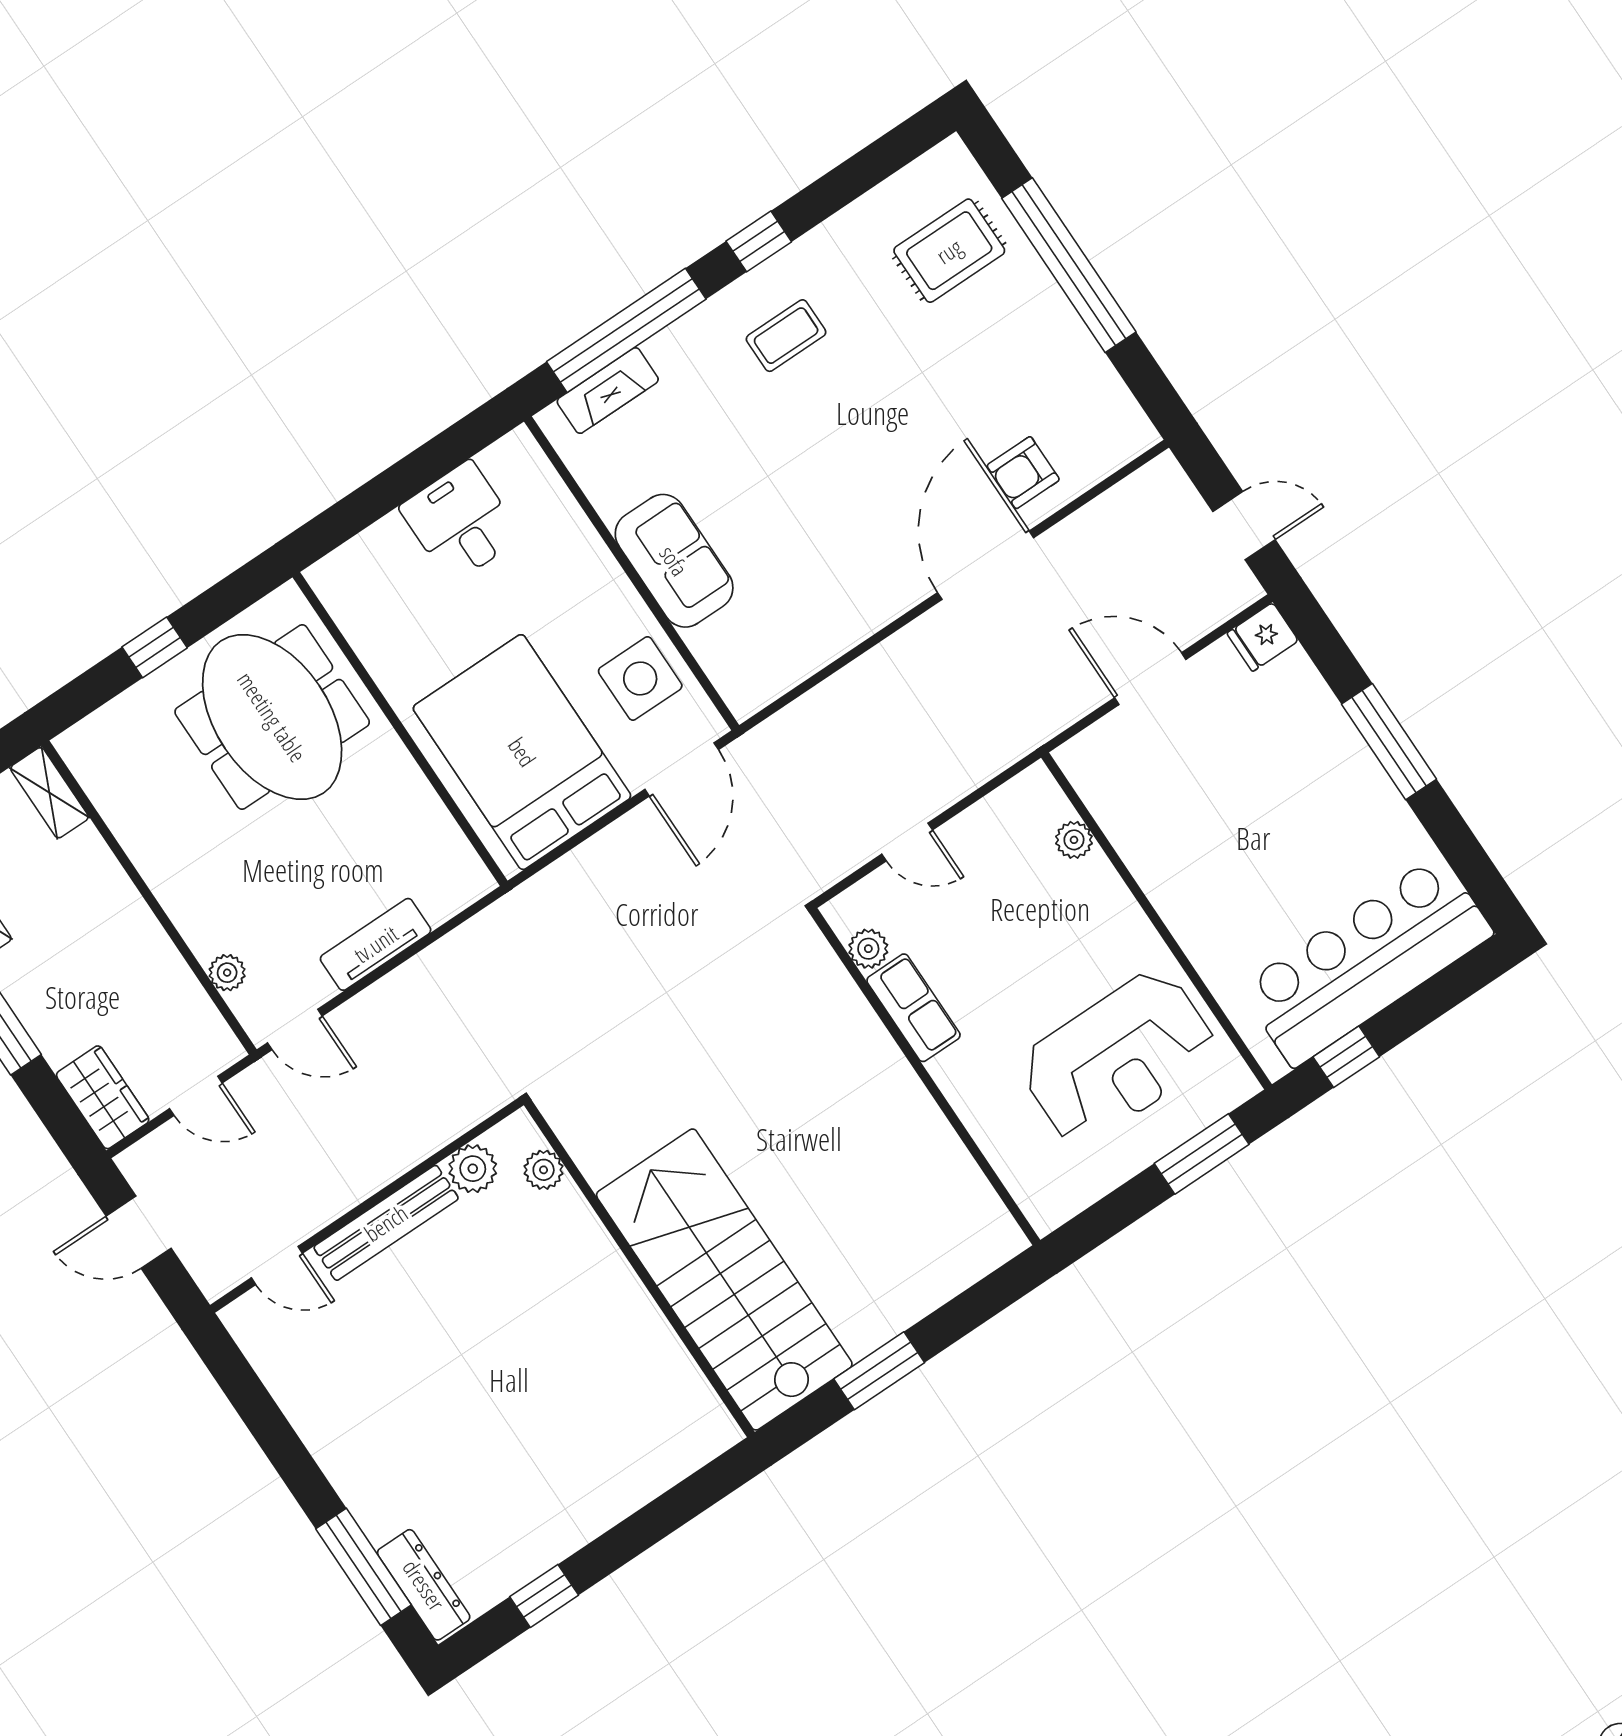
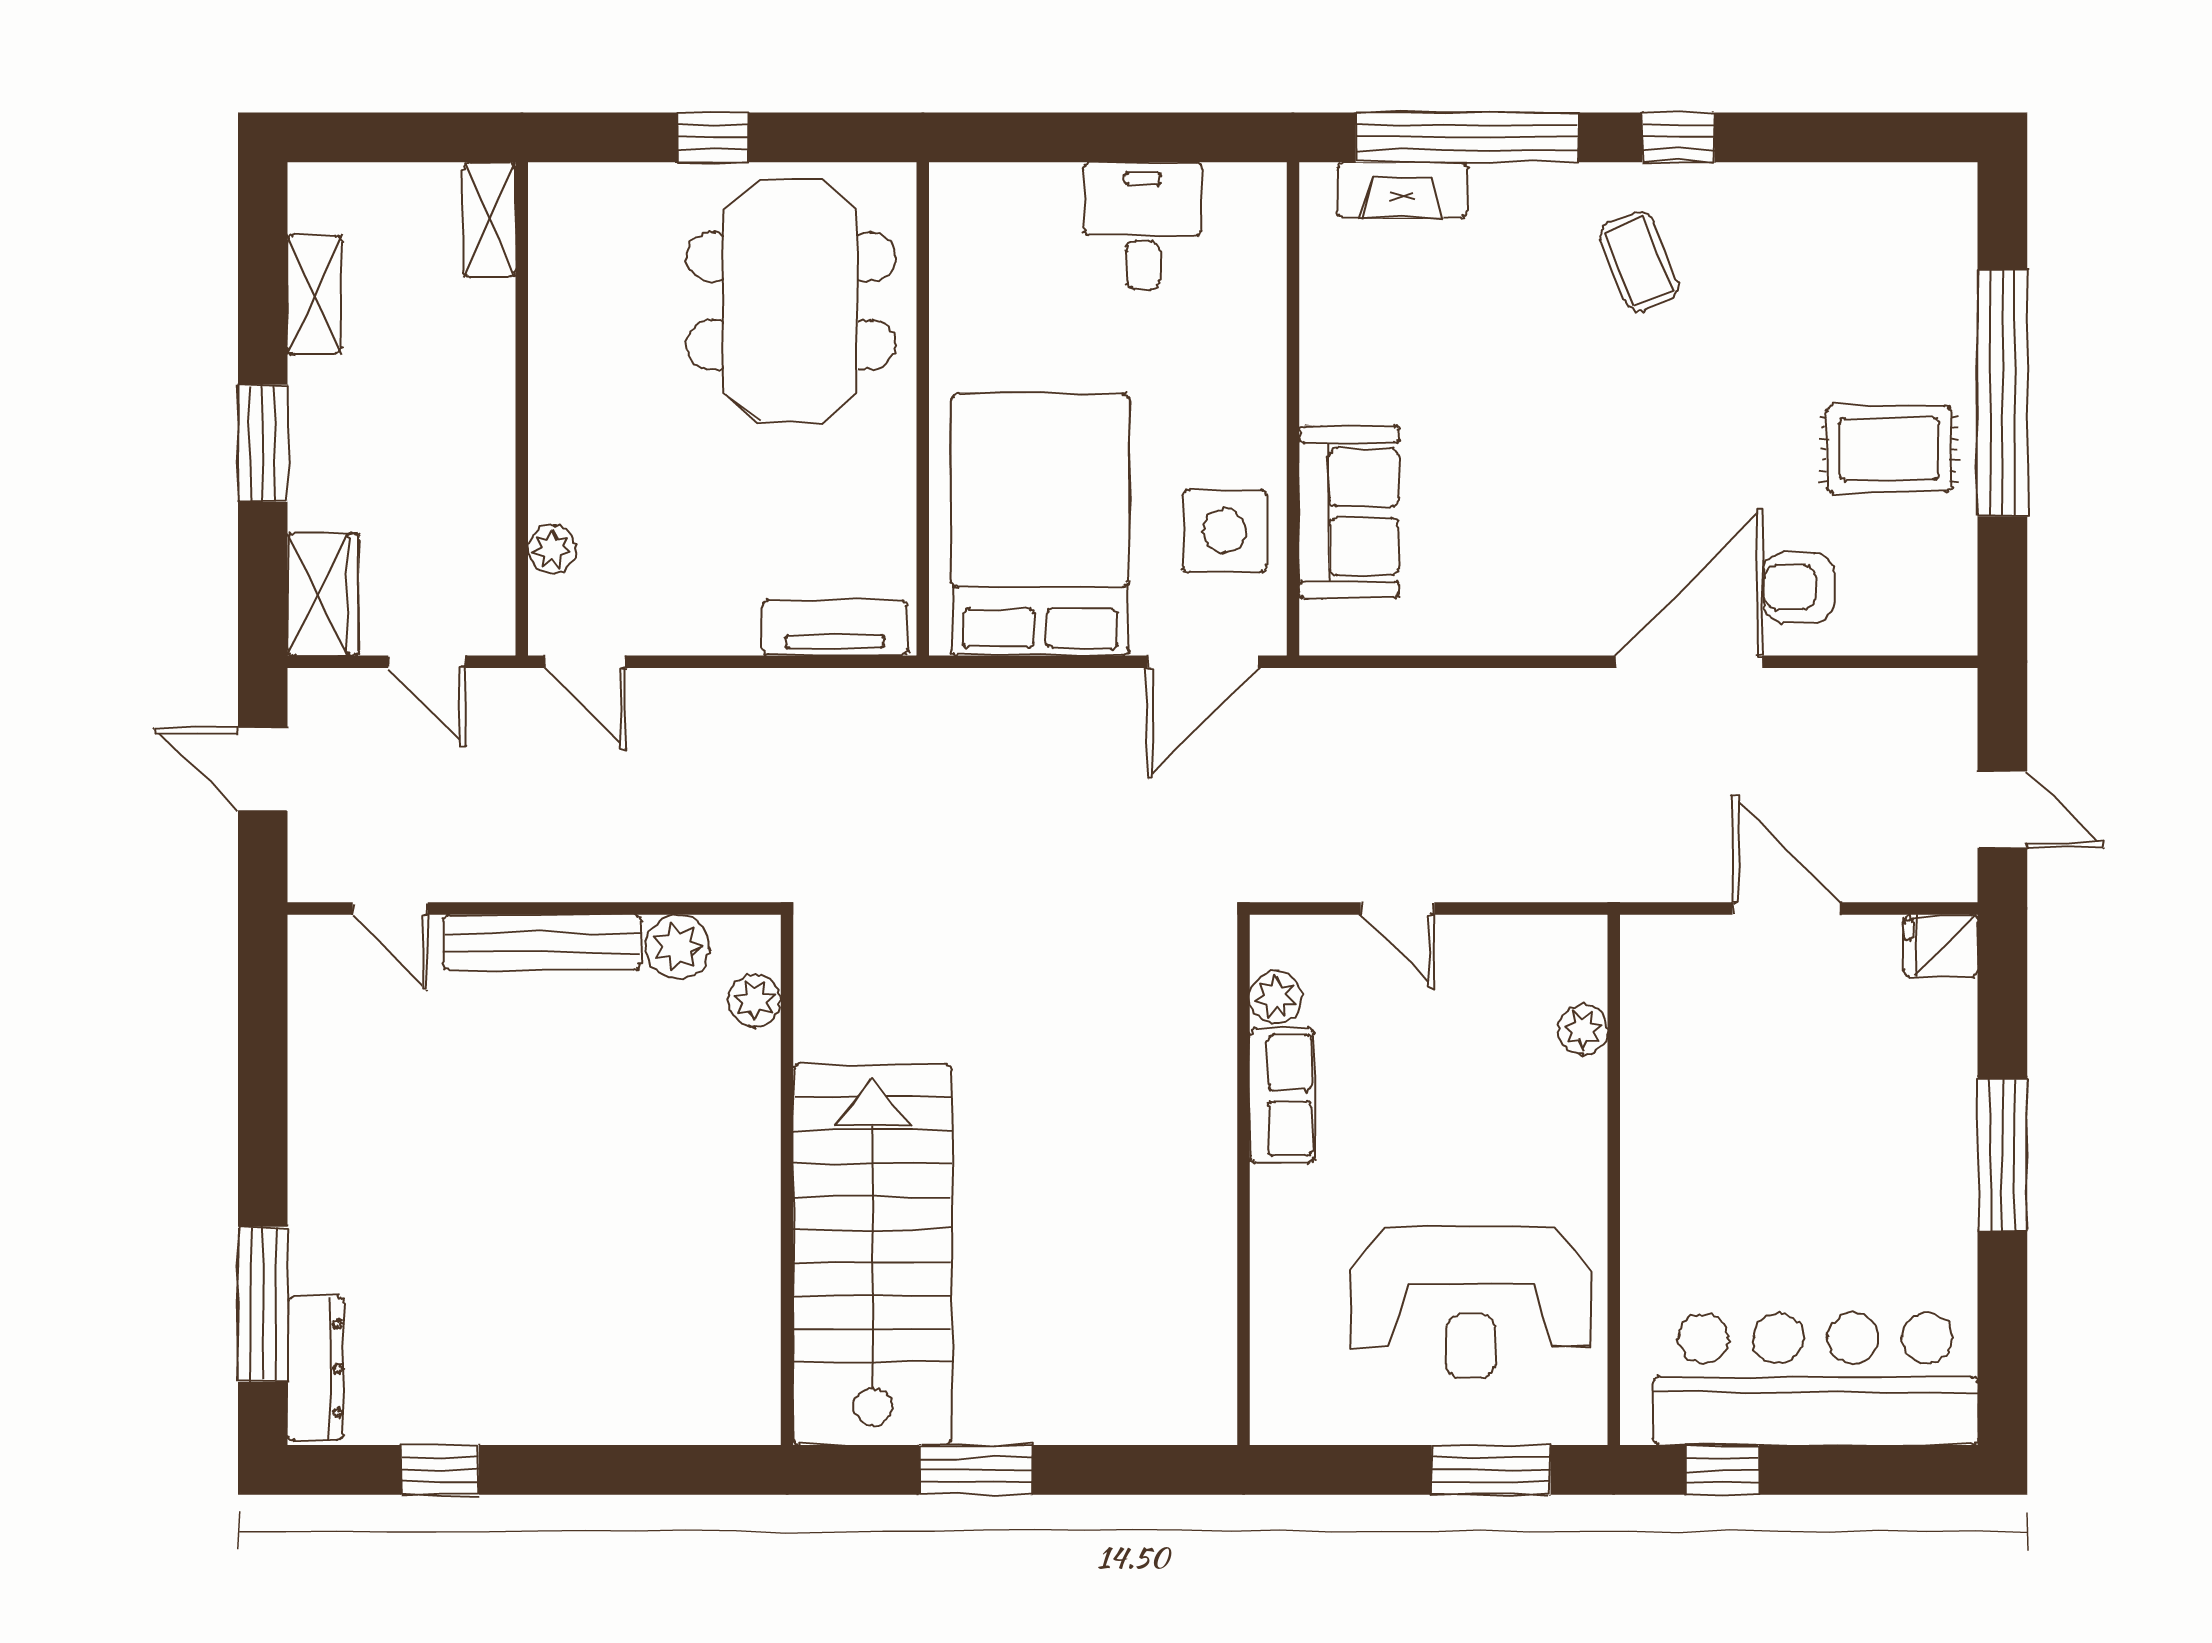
rug: (949, 251) -> (1889, 449), moved
coffee table: (786, 336) -> (1639, 261), turned 68
sofa: (674, 561) -> (1349, 512), moved
tv unit: (376, 944) -> (835, 628), moved

